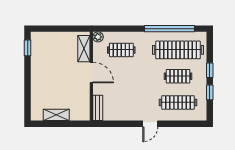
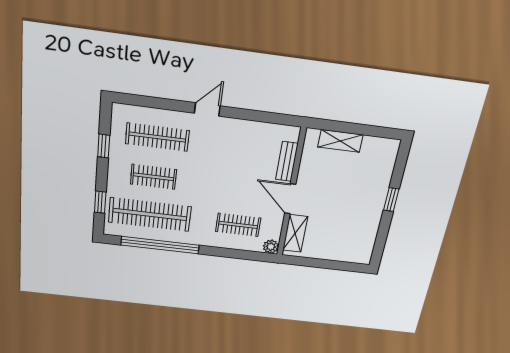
window: (28, 48) -> (391, 200), moved
window: (210, 70) -> (100, 202), moved
bench: (98, 108) -> (287, 161), moved
shelving: (56, 115) -> (340, 141), moved

